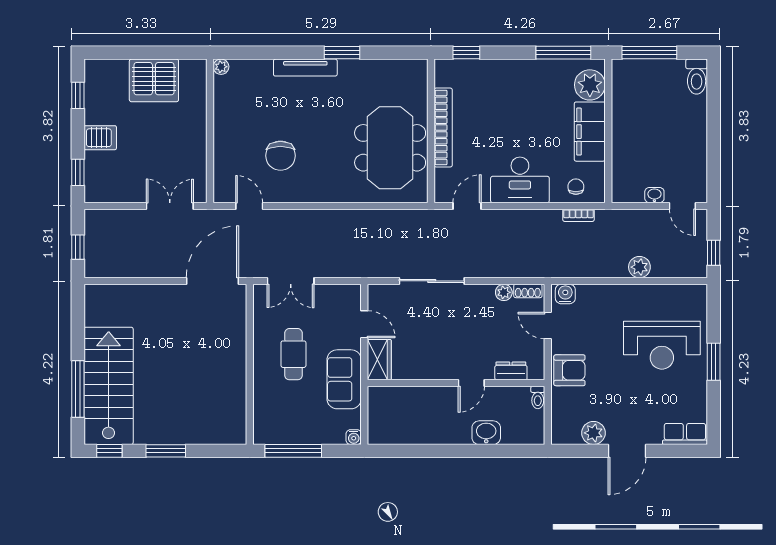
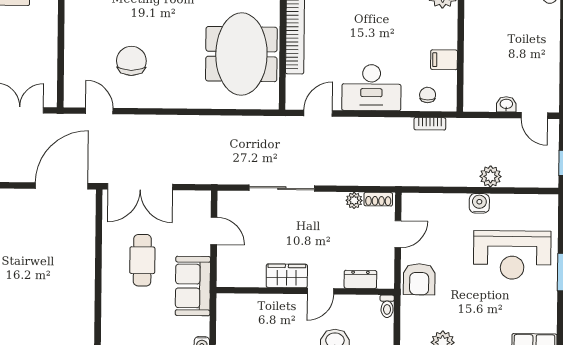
filing cabinet: (590, 132) -> (444, 60), width x0.33, depth x0.86
chair: (280, 156) -> (131, 61), turned 180
double door: (291, 281) -> (140, 187), width x1.37
water cooler: (565, 294) -> (479, 203), moved
door: (548, 326) -> (398, 234), swing flipped
wardrobe: (379, 360) -> (287, 276), moved, turned -90
armchair: (569, 370) -> (419, 279), turned 90

